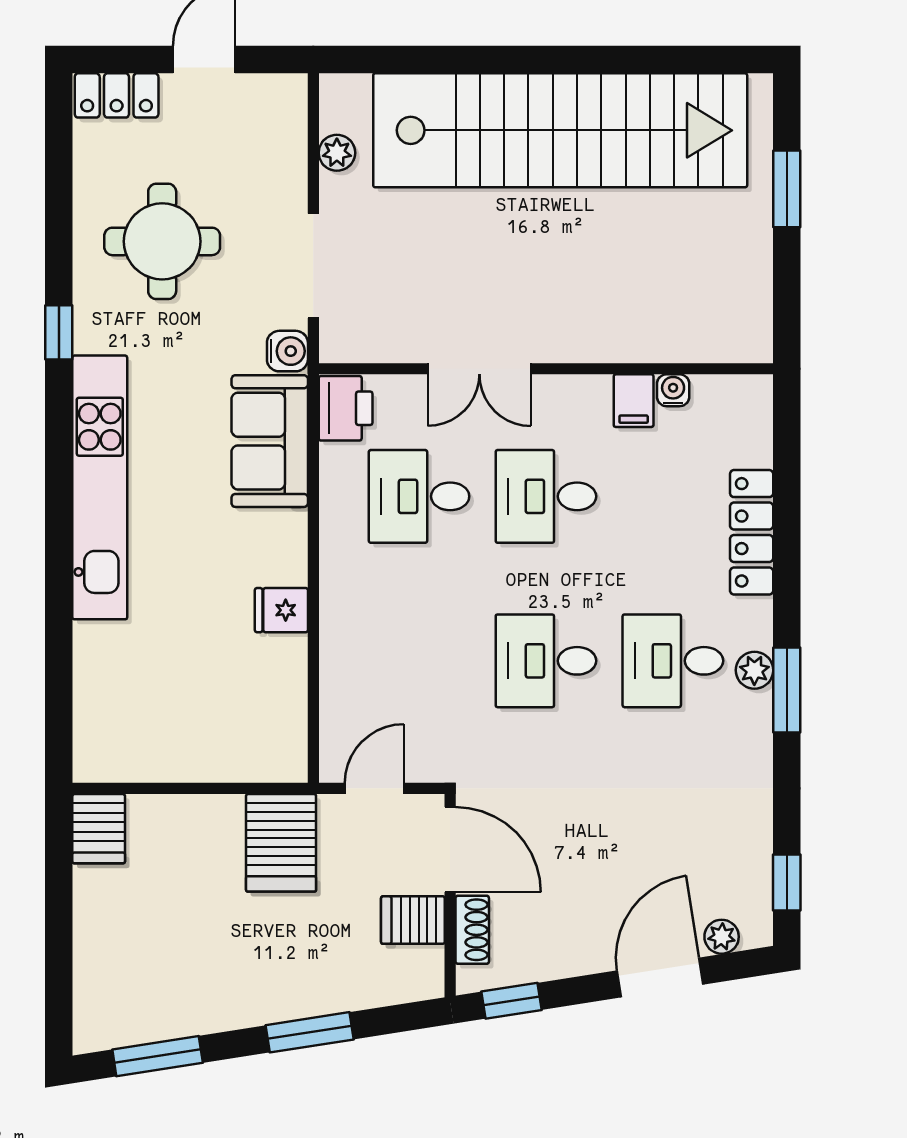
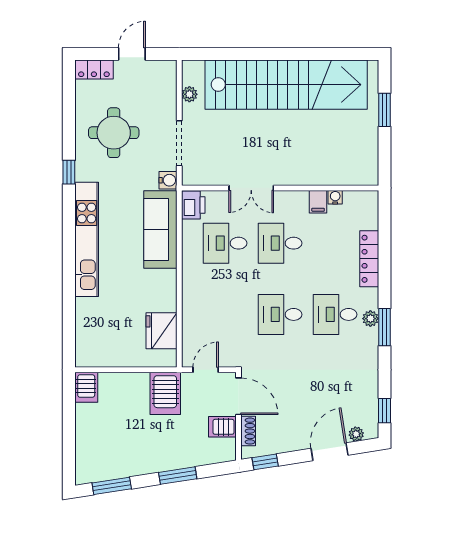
sofa: (270, 441) -> (160, 230), width x1.36
fridge: (281, 610) -> (162, 331), moved, width x1.88, depth x1.34

